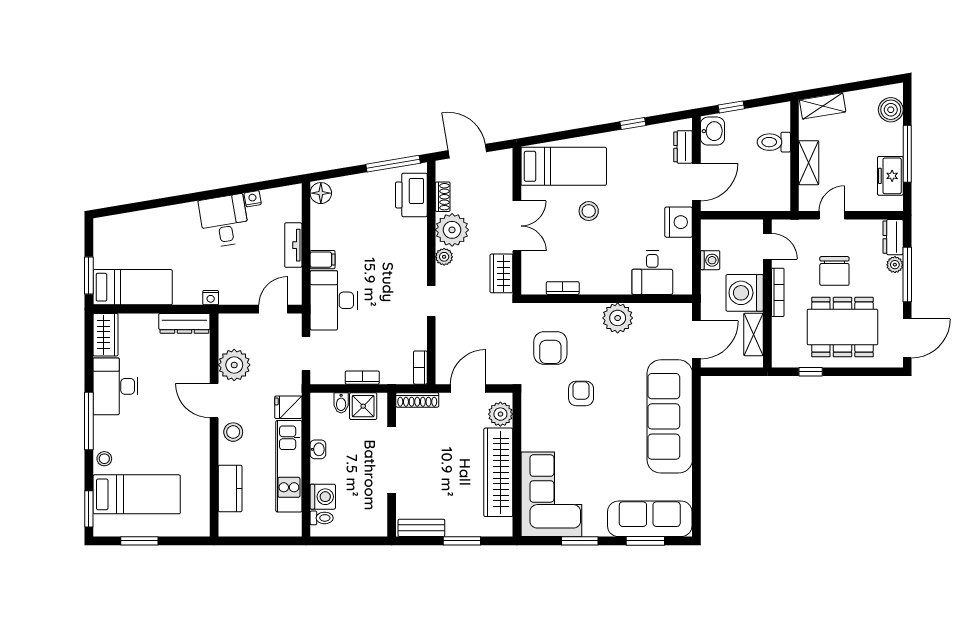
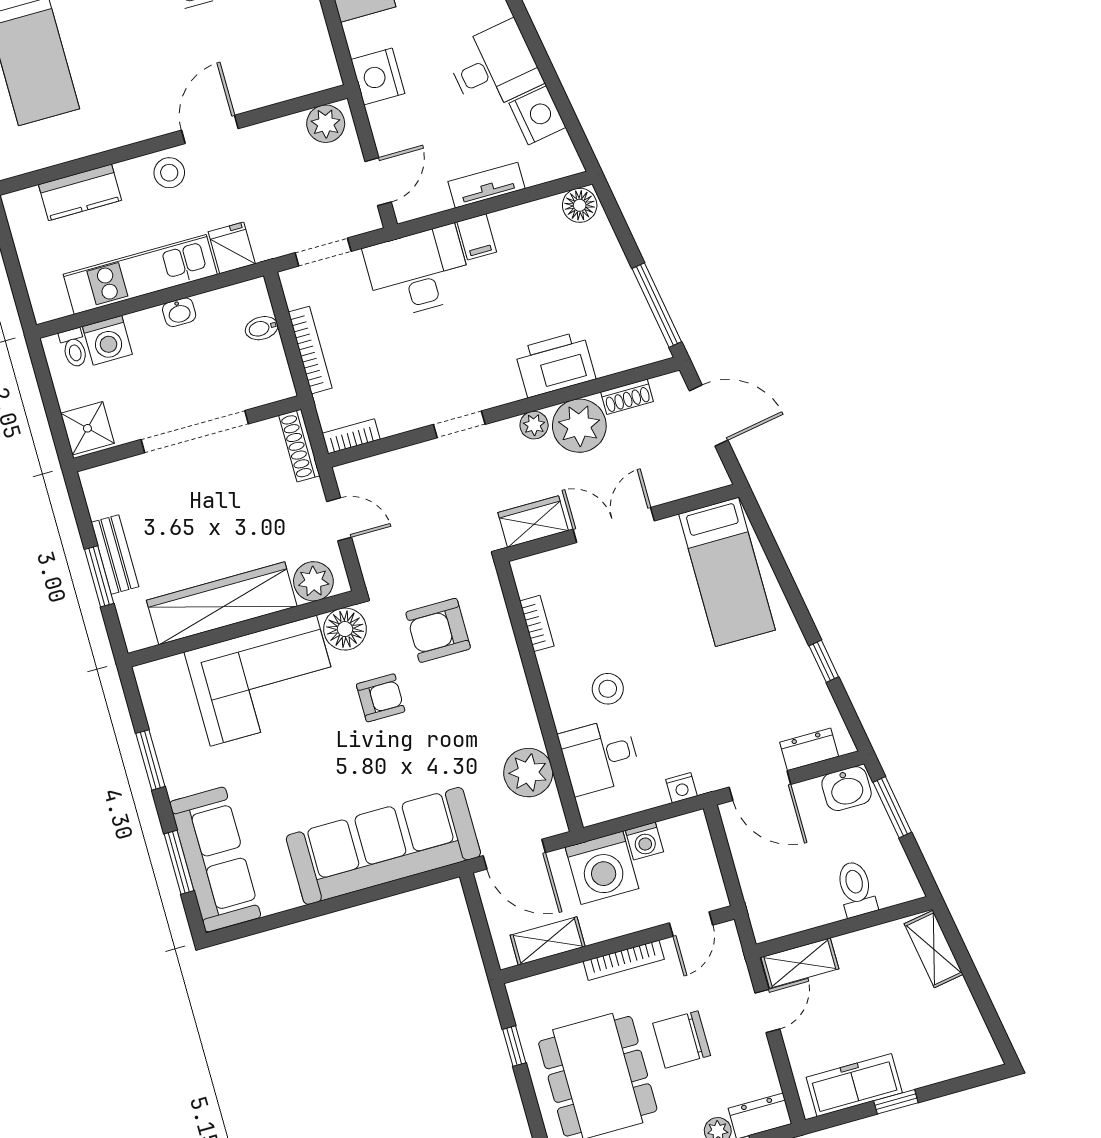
window: (731, 107) -> (892, 807), width x1.50
boiler: (891, 110) -> (957, 1057), removed
door: (467, 151) -> (709, 415), hinge flipped
window: (907, 154) -> (896, 1102), width x0.46
shelving: (809, 163) -> (800, 963), moved
freezer: (890, 176) -> (854, 1085), width x1.40
printer: (411, 195) -> (555, 364), moved
nightstand: (253, 199) -> (537, 115), width x1.89, depth x1.79
stool: (589, 211) -> (608, 689), moved
door: (832, 215) -> (767, 1011), hinge flipped
nightstand: (679, 222) -> (682, 788), width x0.53, depth x0.56
double door: (517, 226) -> (614, 525), swing flipped
washing machine: (745, 293) -> (602, 868), moved, turned 180
nightstand: (211, 298) -> (378, 77), width x1.89, depth x1.79
door: (273, 309) -> (378, 182), hinge flipped
plant: (618, 318) -> (528, 773), moved
dresser: (184, 323) -> (317, 49), removed
plant: (234, 365) -> (326, 124), moved, width x0.73, depth x0.73
bookcase: (362, 378) -> (310, 350), width x1.56
door: (468, 388) -> (339, 519), width x0.73
floor lamp: (534, 403) -> (345, 629), added
shower: (363, 406) -> (87, 428), moved
corner sofa: (551, 494) -> (263, 681), moved
bench: (421, 528) -> (115, 554), moved

